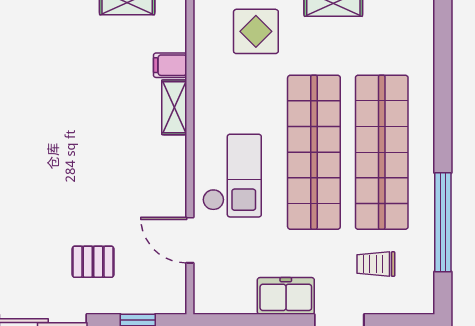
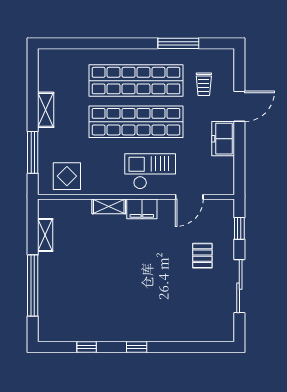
display table: (256, 31) -> (67, 176), moved
filing cabinet: (170, 65) -> (142, 209), moved, width x2.00
window: (443, 222) -> (178, 43), width x0.68

